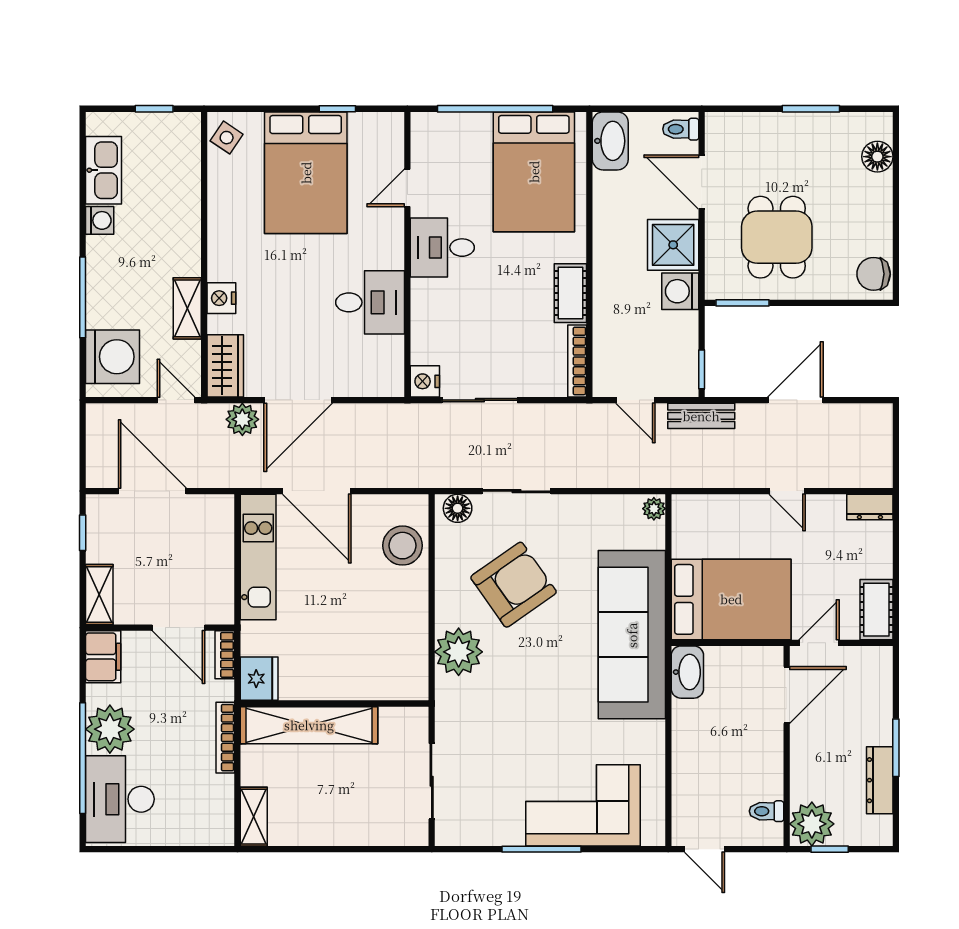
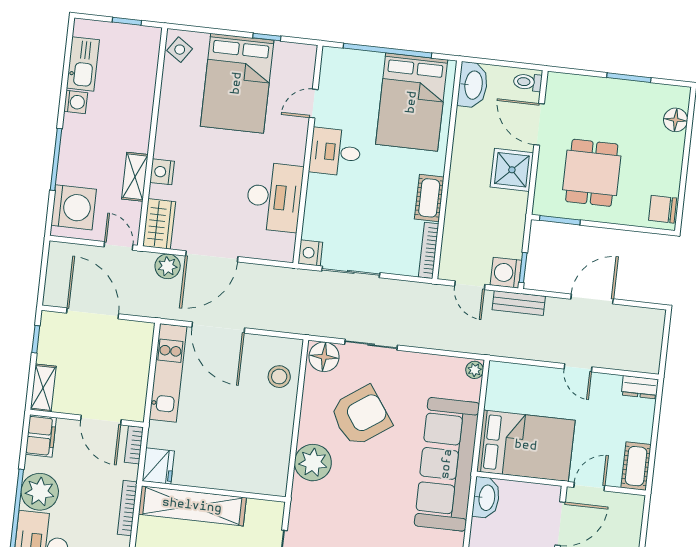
washing machine: (680, 291) -> (506, 273), moved
desk: (370, 302) -> (274, 197), width x1.37
floor lamp: (458, 508) -> (324, 357), width x1.38, depth x1.38
stool: (402, 546) -> (279, 377), width x0.73, depth x0.73

